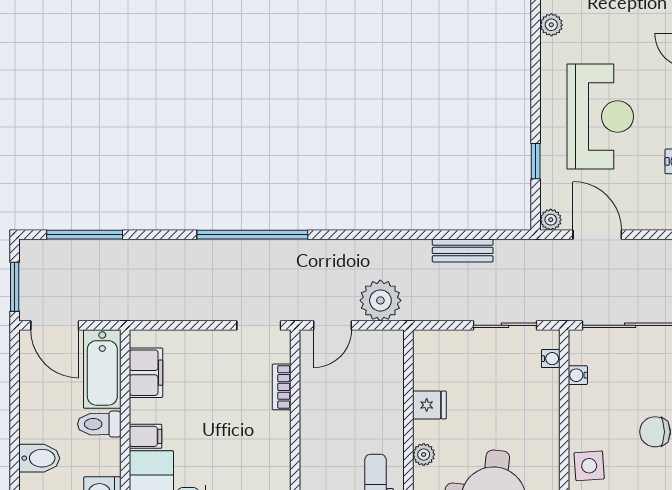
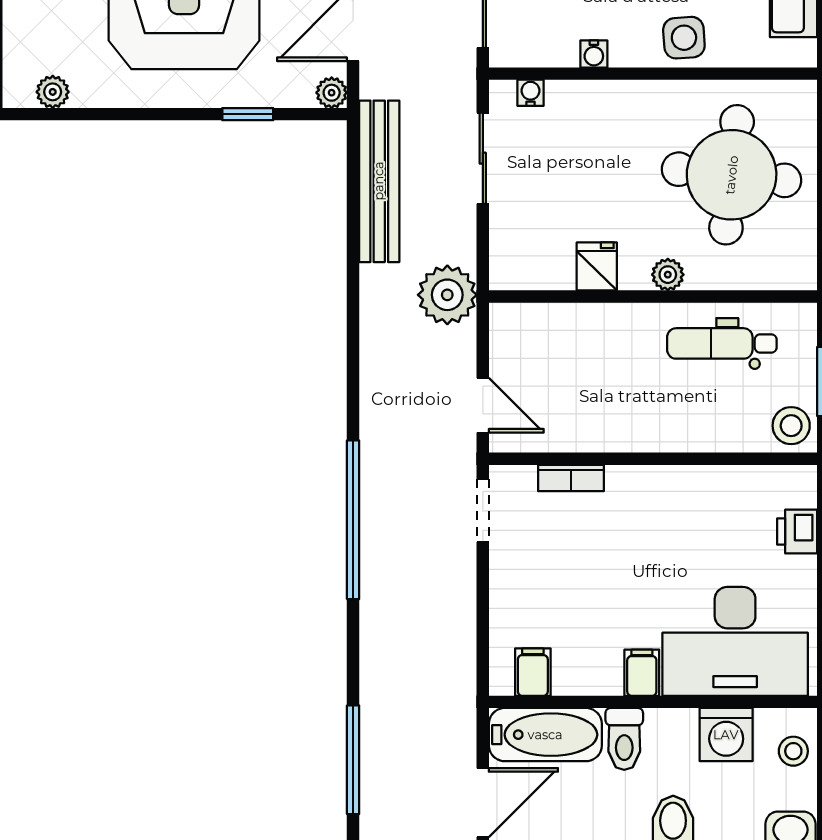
bench: (463, 250) -> (379, 181), width x1.86, depth x1.21
plant: (380, 300) -> (447, 295), moved
filing cabinet: (146, 373) -> (533, 672), width x0.50
water cooler: (578, 375) -> (594, 54), moved

